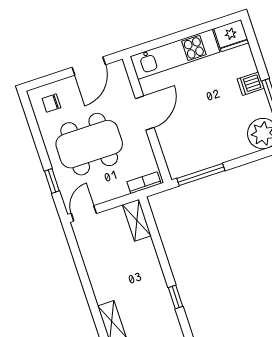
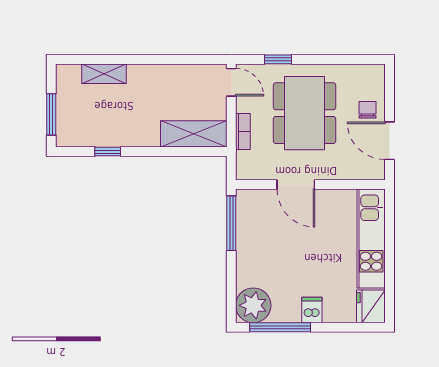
chair: (51, 103) -> (368, 110), moved
door: (145, 113) -> (296, 185), moved
bookcase: (144, 183) -> (243, 132), moved
shelving: (137, 220) -> (194, 134), width x1.50, depth x1.33

